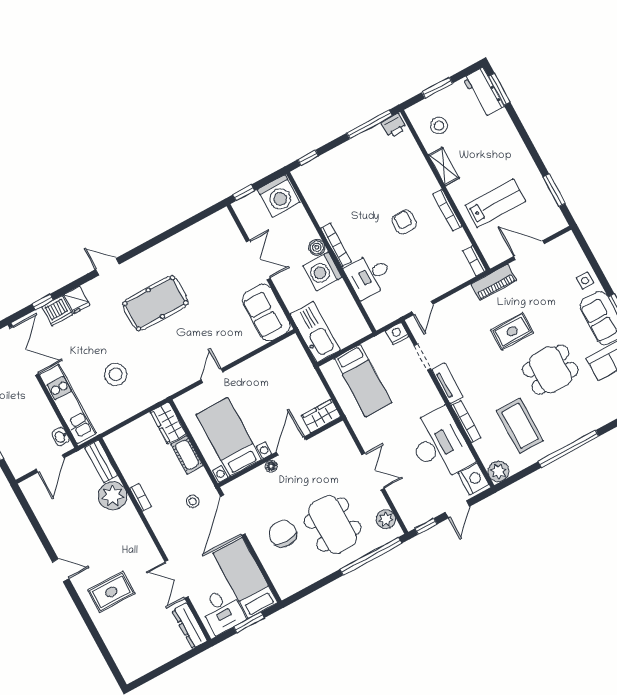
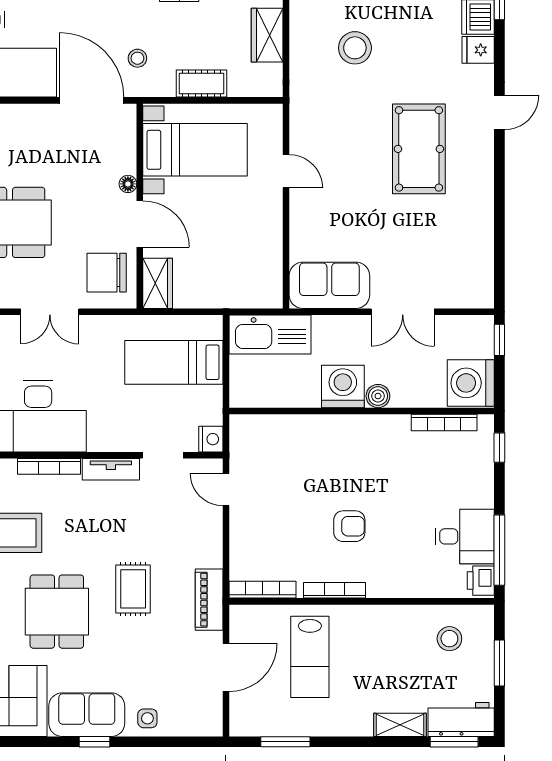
shelving: (444, 166) -> (400, 725), moved
bookcase: (336, 245) -> (444, 422), moved
bookcase: (474, 261) -> (262, 590), width x1.56
desk: (369, 275) -> (465, 536), moved, turned 90
wardrobe: (168, 423) -> (267, 35), moved, turned -90
chair: (283, 534) -> (107, 273), moved, turned 180

